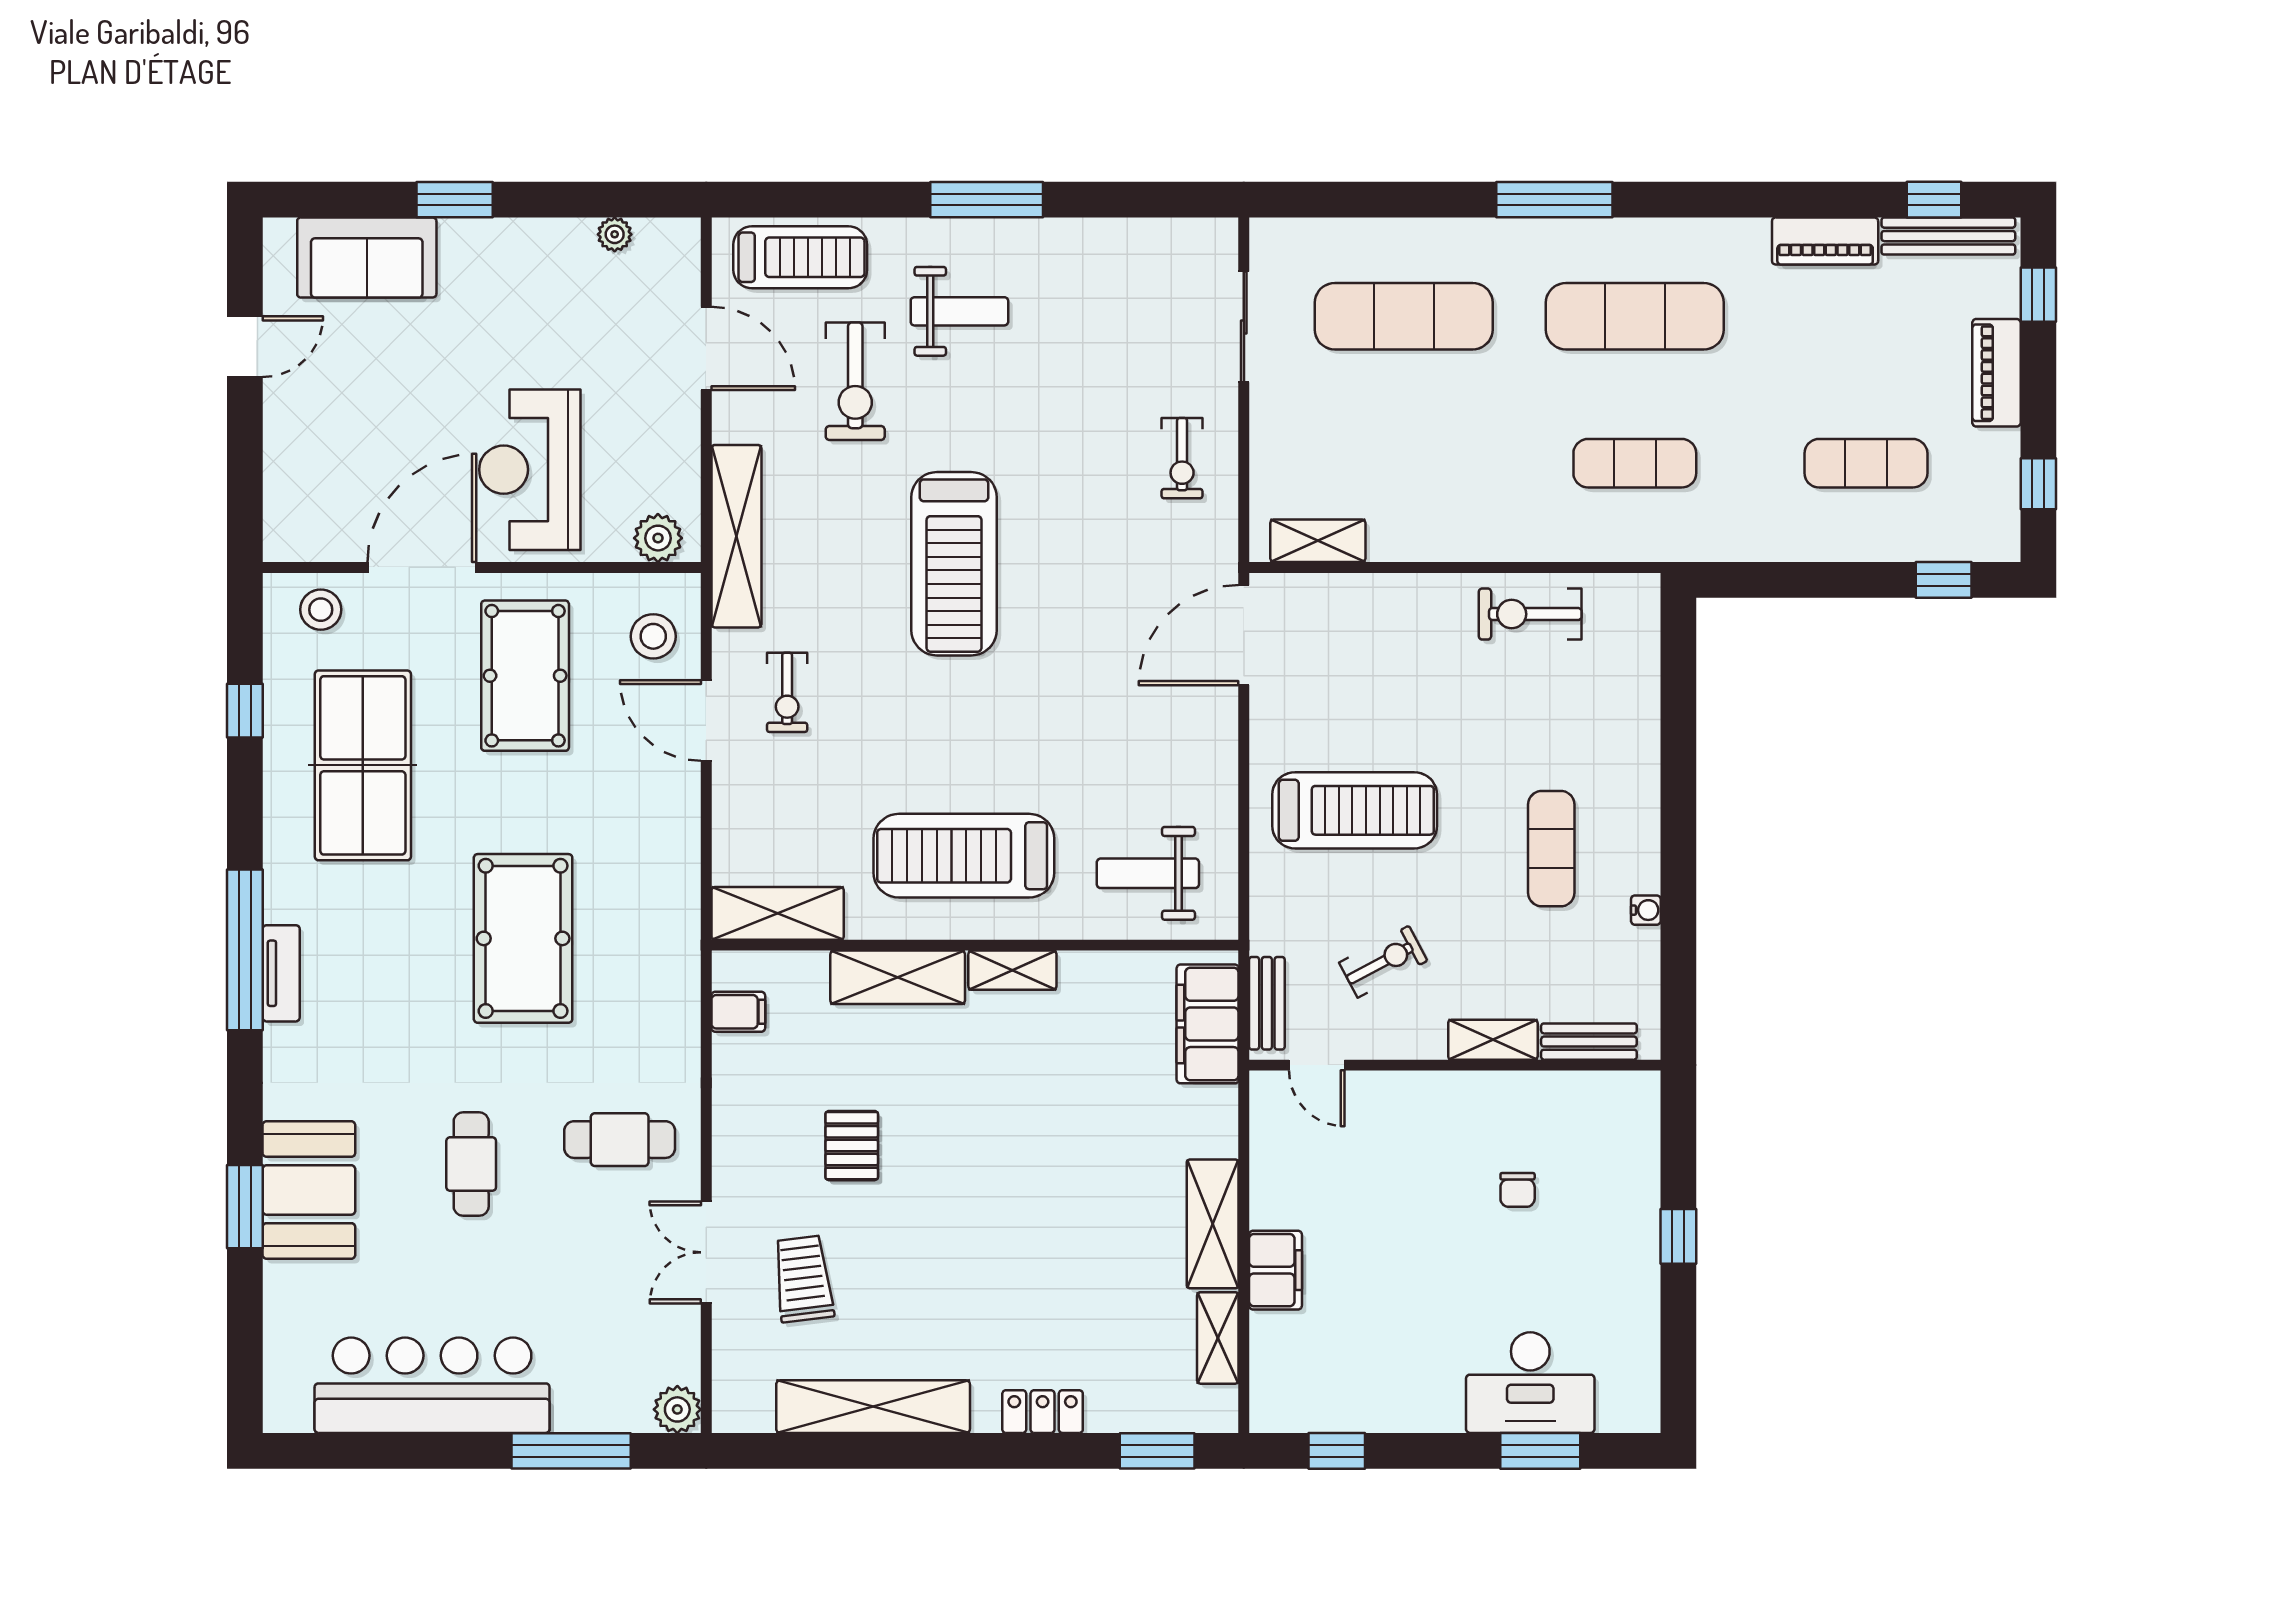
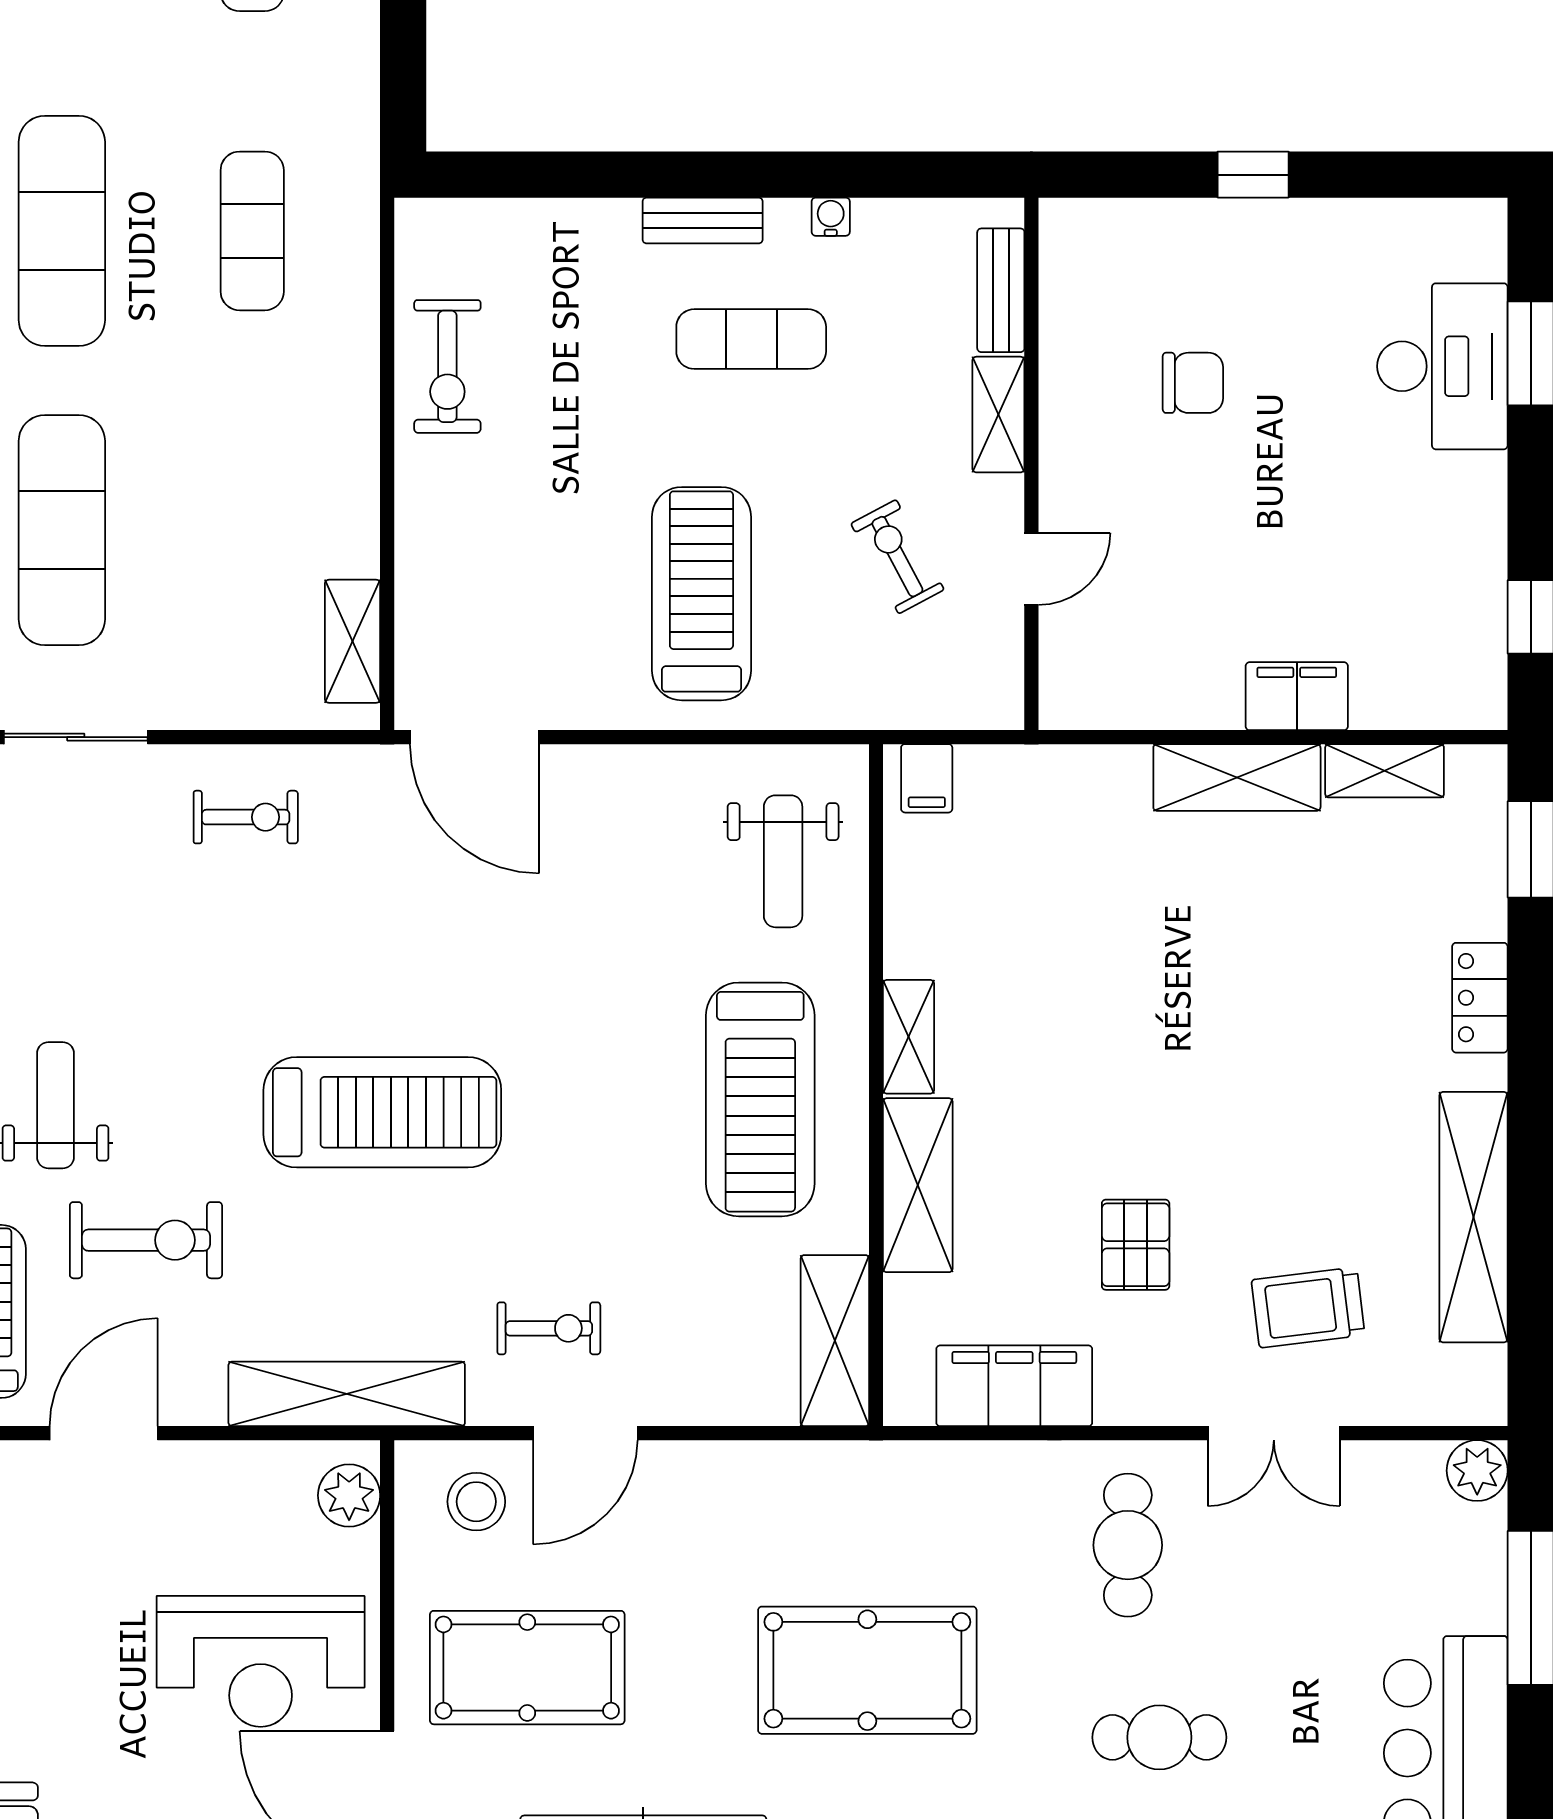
bench: (1267, 1003) -> (703, 220), moved
filing cabinet: (738, 1012) -> (1014, 1386), width x3.00, depth x1.17
filing cabinet: (1208, 1024) -> (927, 778), width x0.33, depth x0.86
door: (1317, 1065) -> (1031, 569), moved
pallet: (852, 1146) -> (1136, 1245), turned 90
chair: (1518, 1190) -> (1193, 383), width x1.37, depth x1.37

